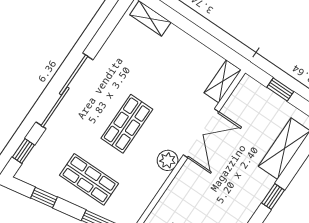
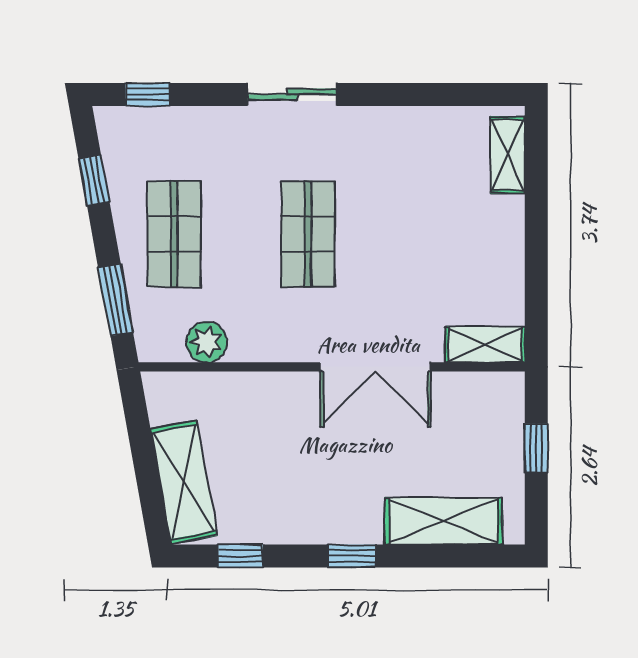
sliding door: (64, 91) -> (292, 94), width x0.54
shop shelf: (127, 124) -> (308, 234), turned 90
plant: (168, 160) -> (206, 342), moved

